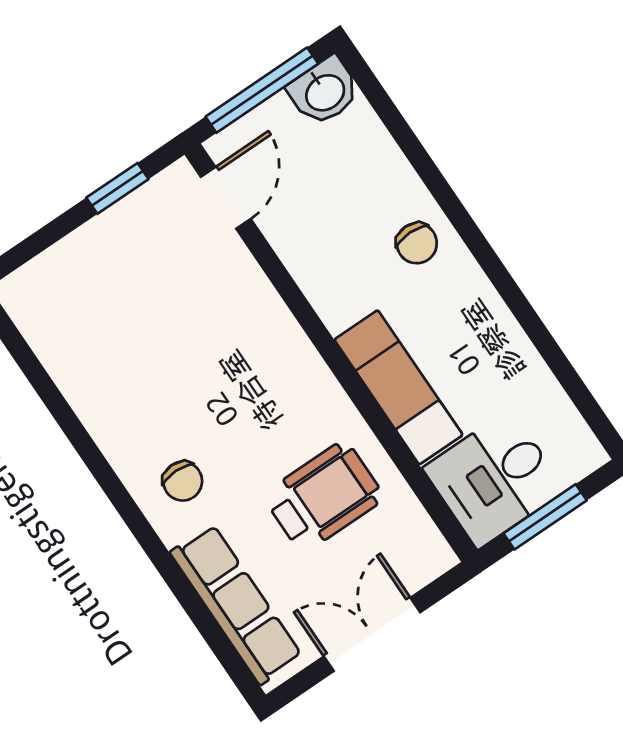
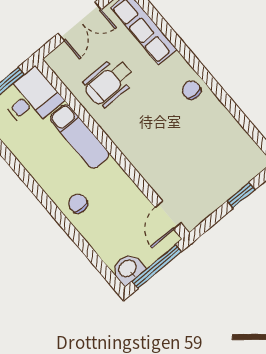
window: (117, 188) -> (241, 195), moved
chair: (183, 481) -> (191, 90), moved

